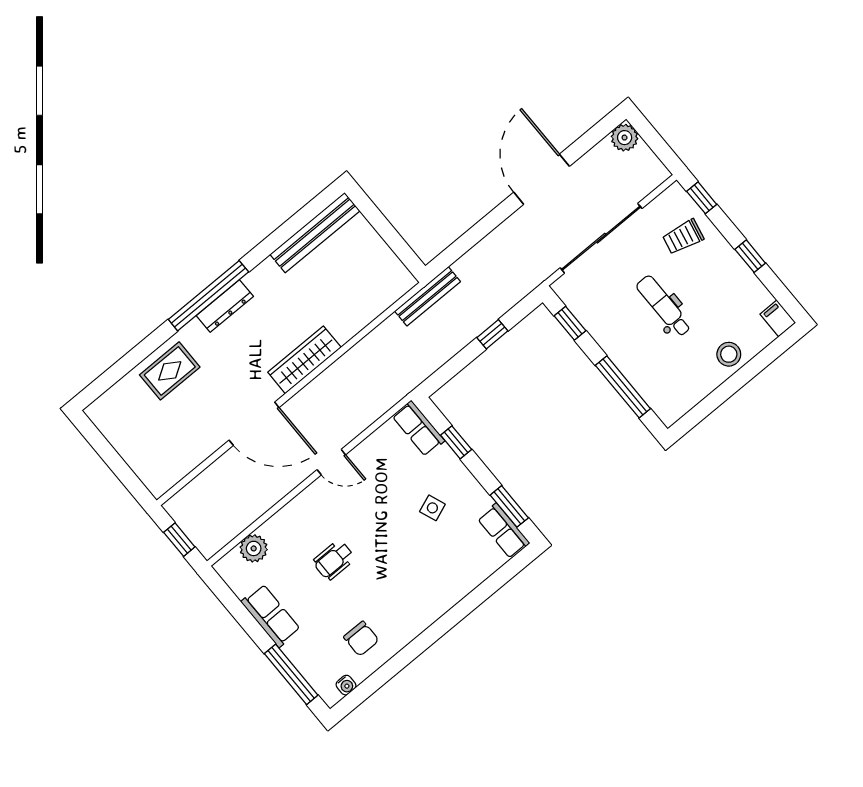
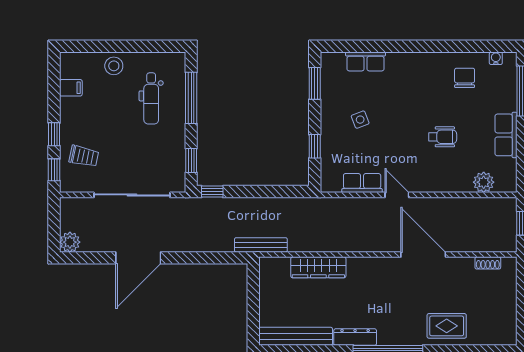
window: (750, 256) -> (54, 134), moved
dresser: (225, 306) -> (355, 337), moved
dental chair: (664, 306) -> (151, 98), moved
filing cabinet: (778, 318) -> (71, 88), moved, turned -90
window: (492, 334) -> (212, 192), moved
wardrobe: (304, 360) -> (318, 267), moved
row of seats: (418, 428) -> (362, 183), moved, turned -90
shoe rack: (181, 470) -> (488, 263), added
row of seats: (504, 531) -> (366, 61), moved, turned 90

